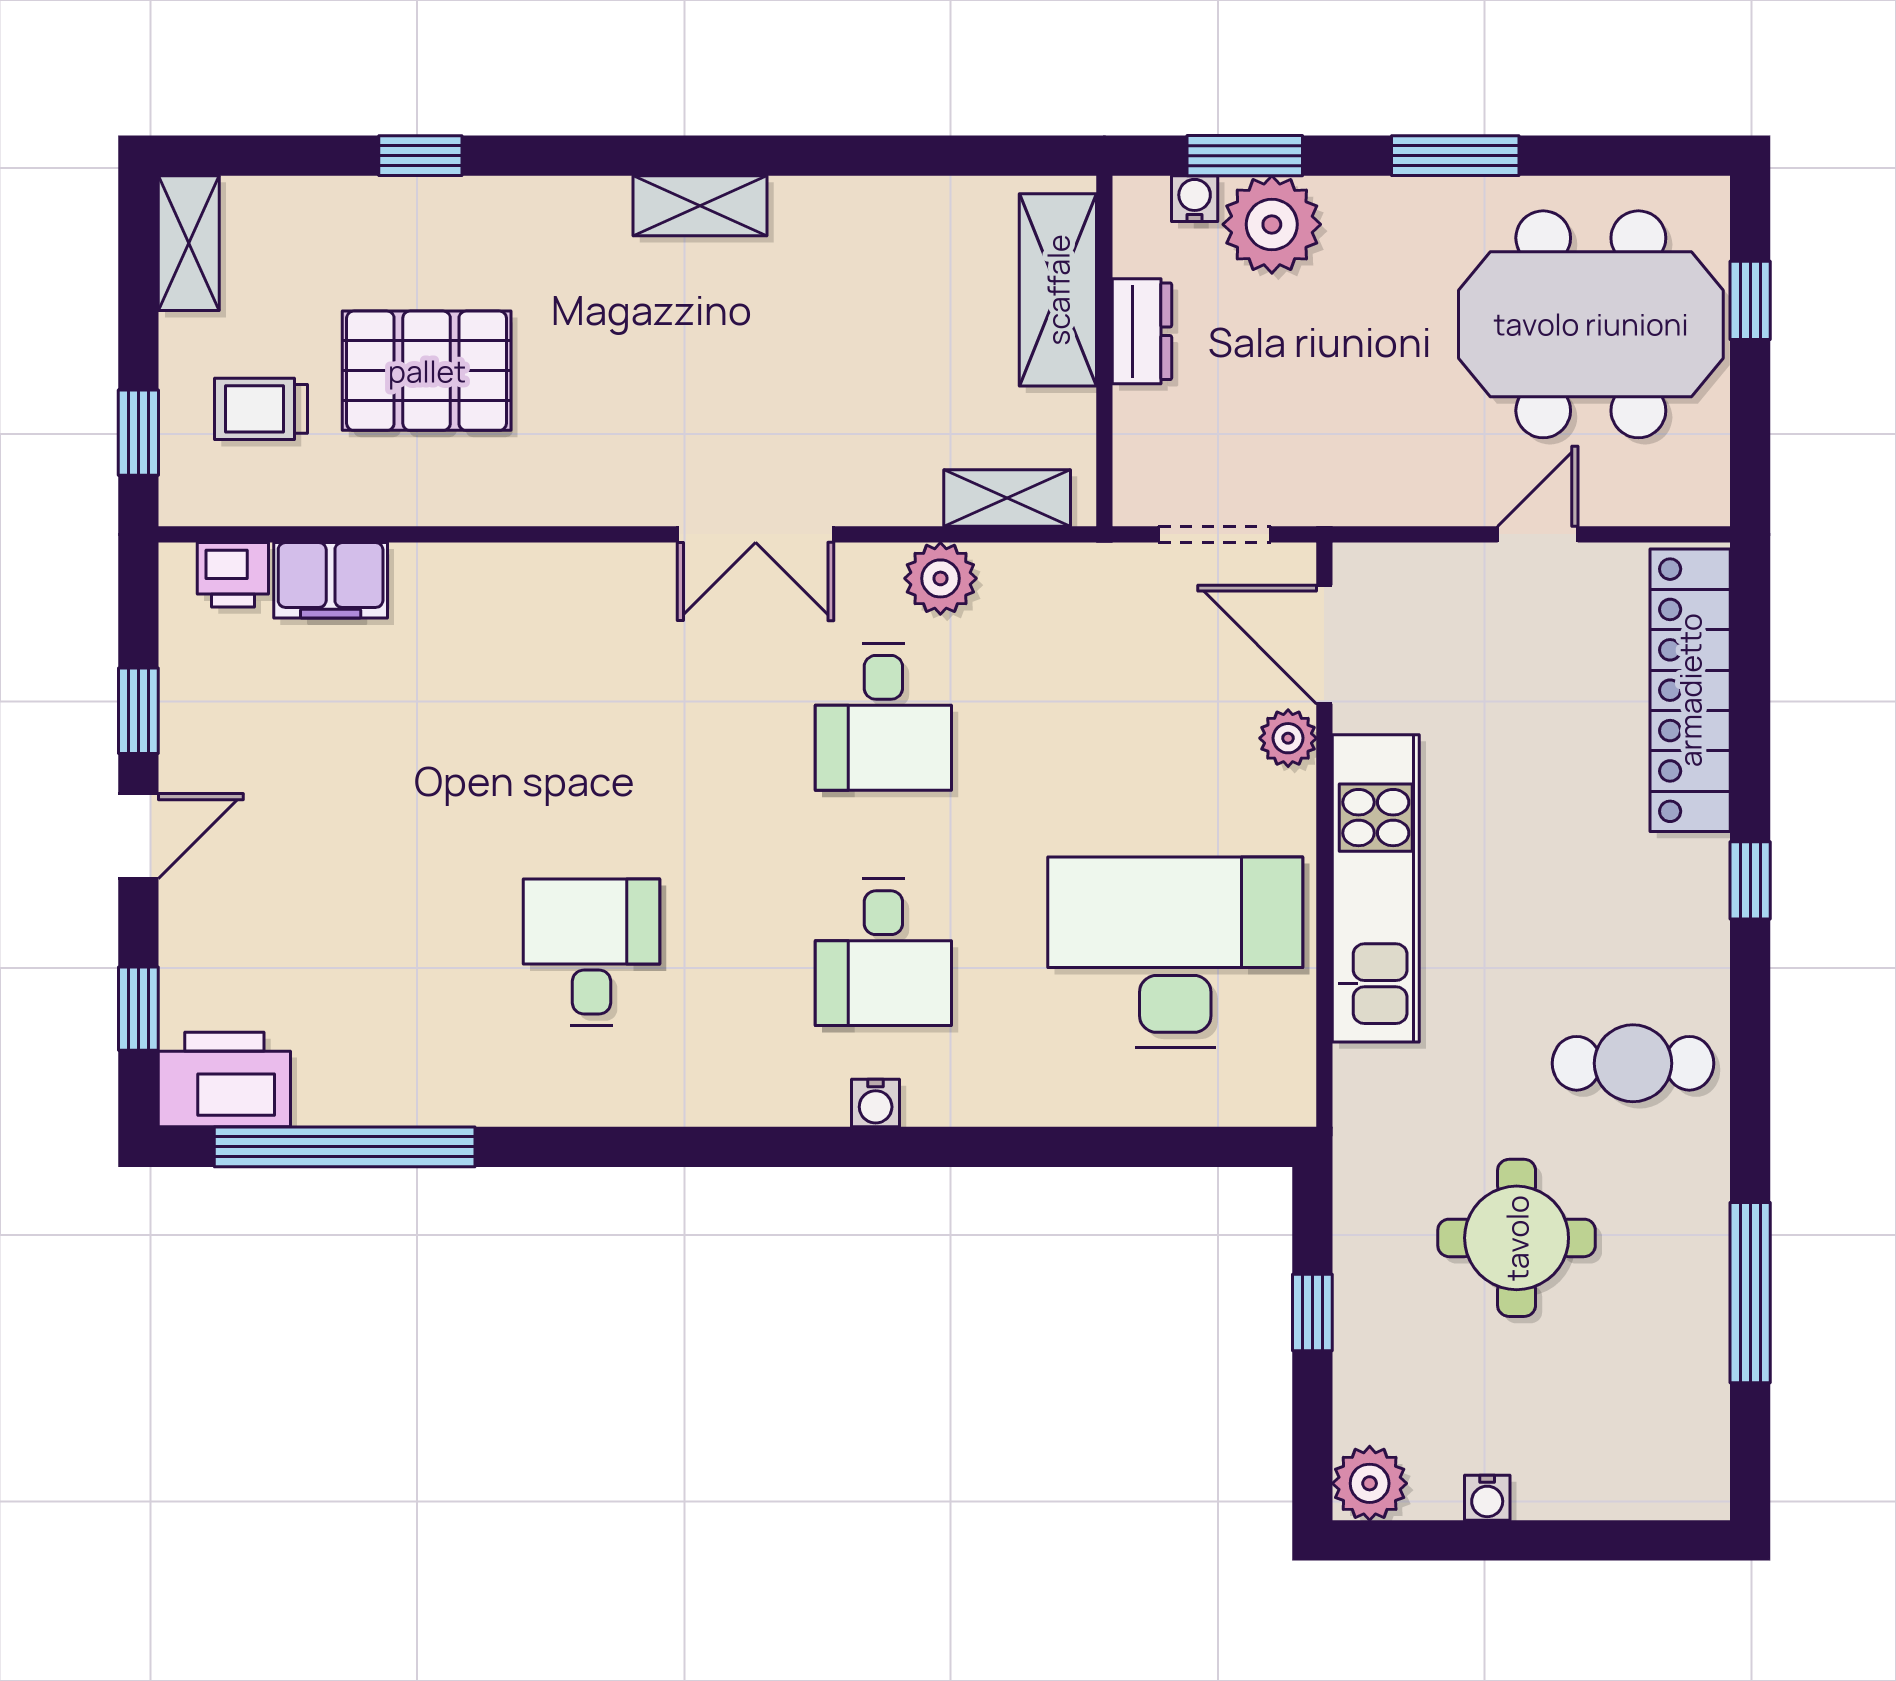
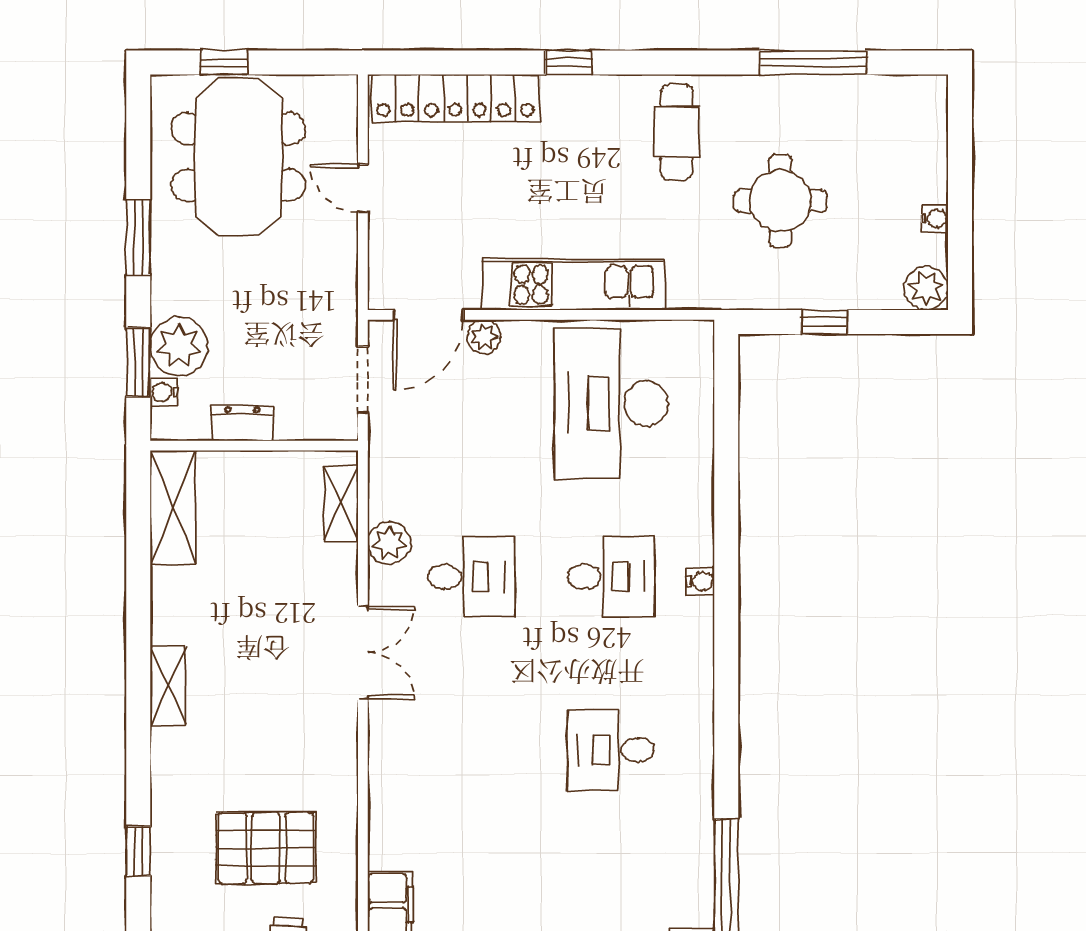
shelving: (1058, 290) -> (173, 507), moved, turned 90
pallet: (427, 371) -> (266, 848), turned 90

